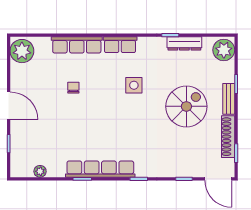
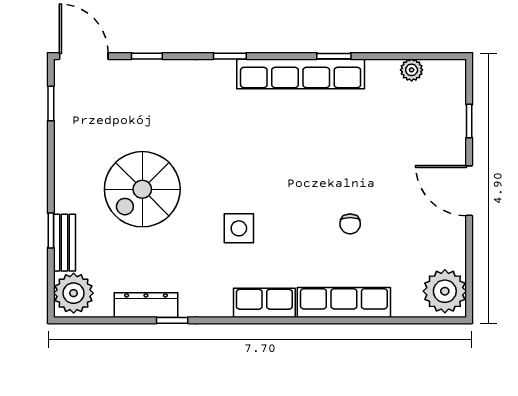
bench: (229, 99) -> (64, 243), moved
shoe rack: (228, 137) -> (66, 134), removed

